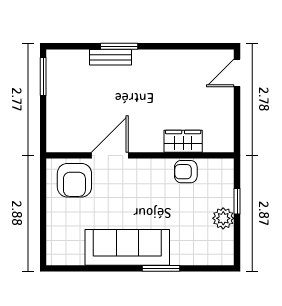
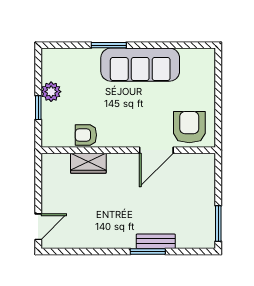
armchair: (186, 172) -> (86, 135), turned 180

